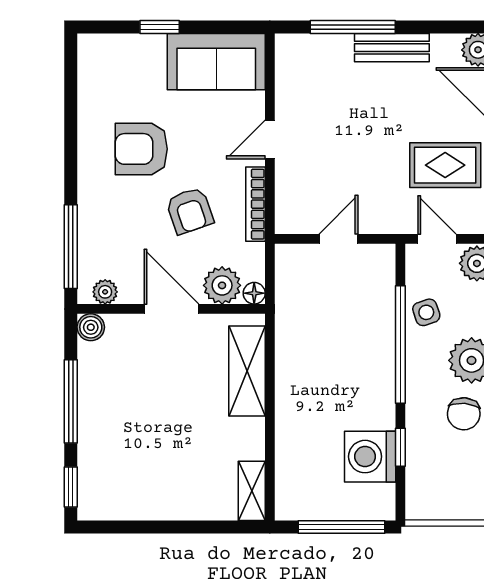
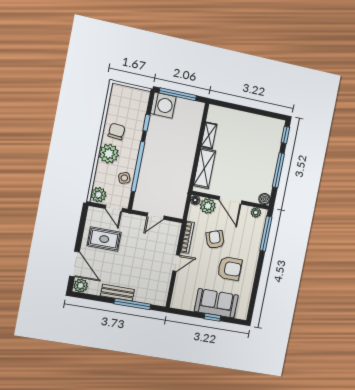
sofa: (216, 62) -> (216, 303), moved
washing machine: (370, 457) -> (163, 105), moved
shelving: (252, 491) -> (209, 135), moved

